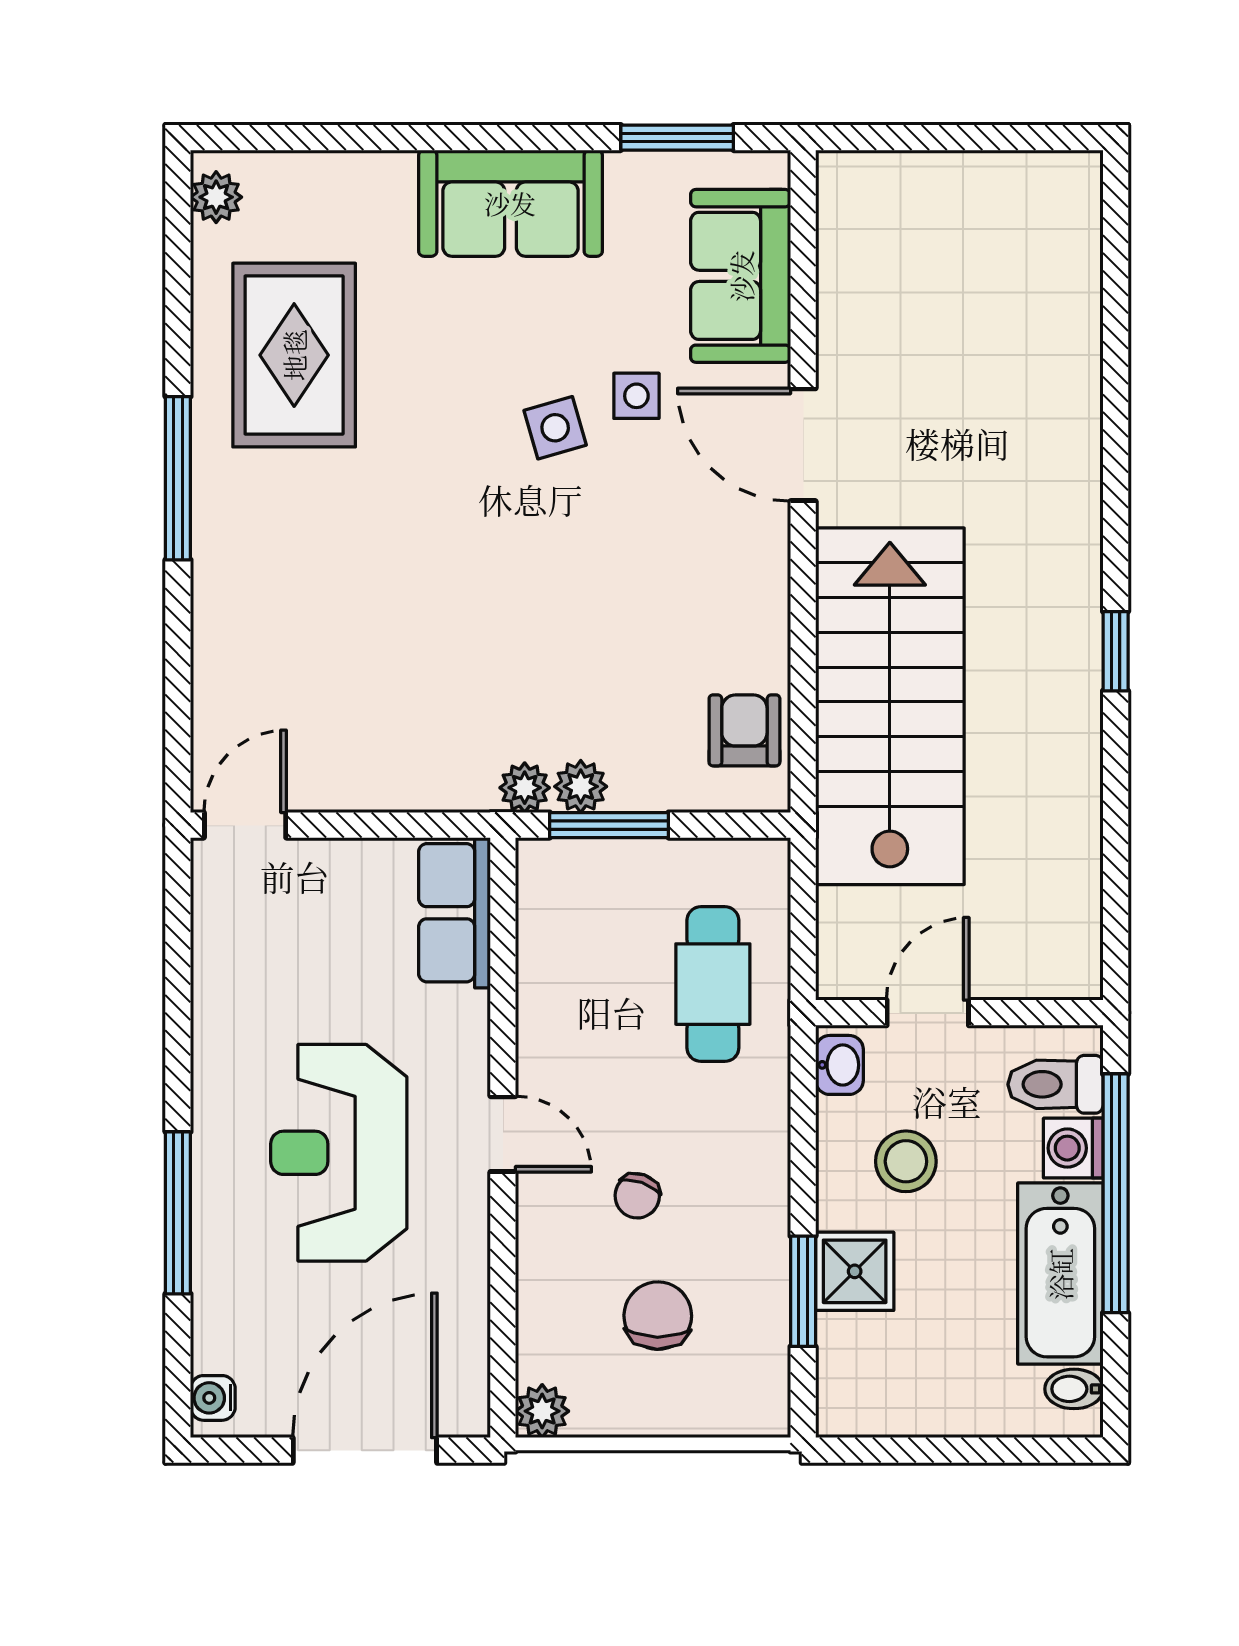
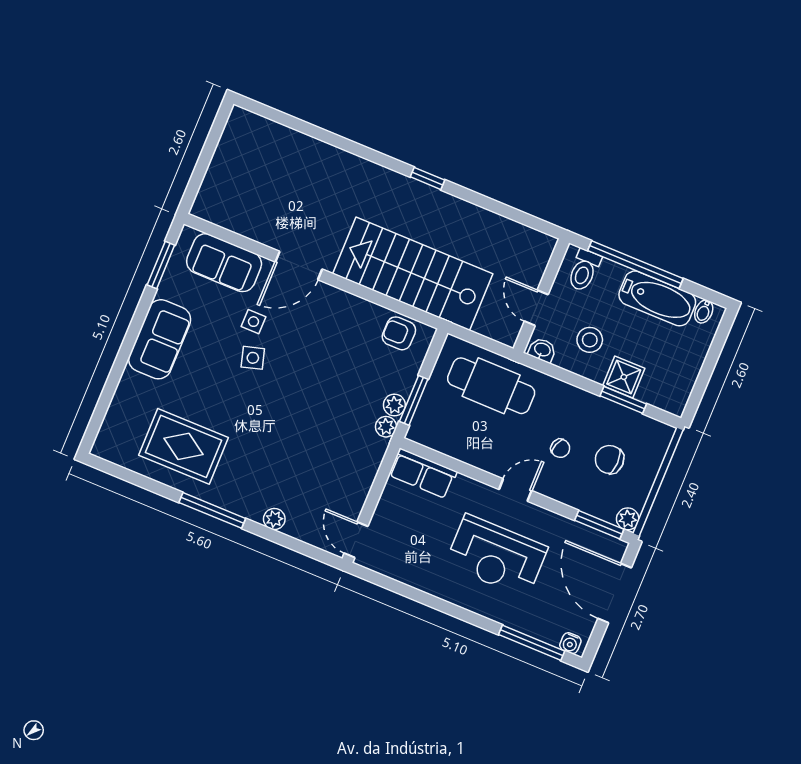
plant: (216, 197) -> (274, 519), moved
cafe table: (713, 984) -> (491, 386), width x1.37, depth x1.35
washing machine: (1073, 1148) -> (611, 274), removed
window: (178, 1213) -> (532, 643), moved
window: (503, 1353) -> (599, 525), added

